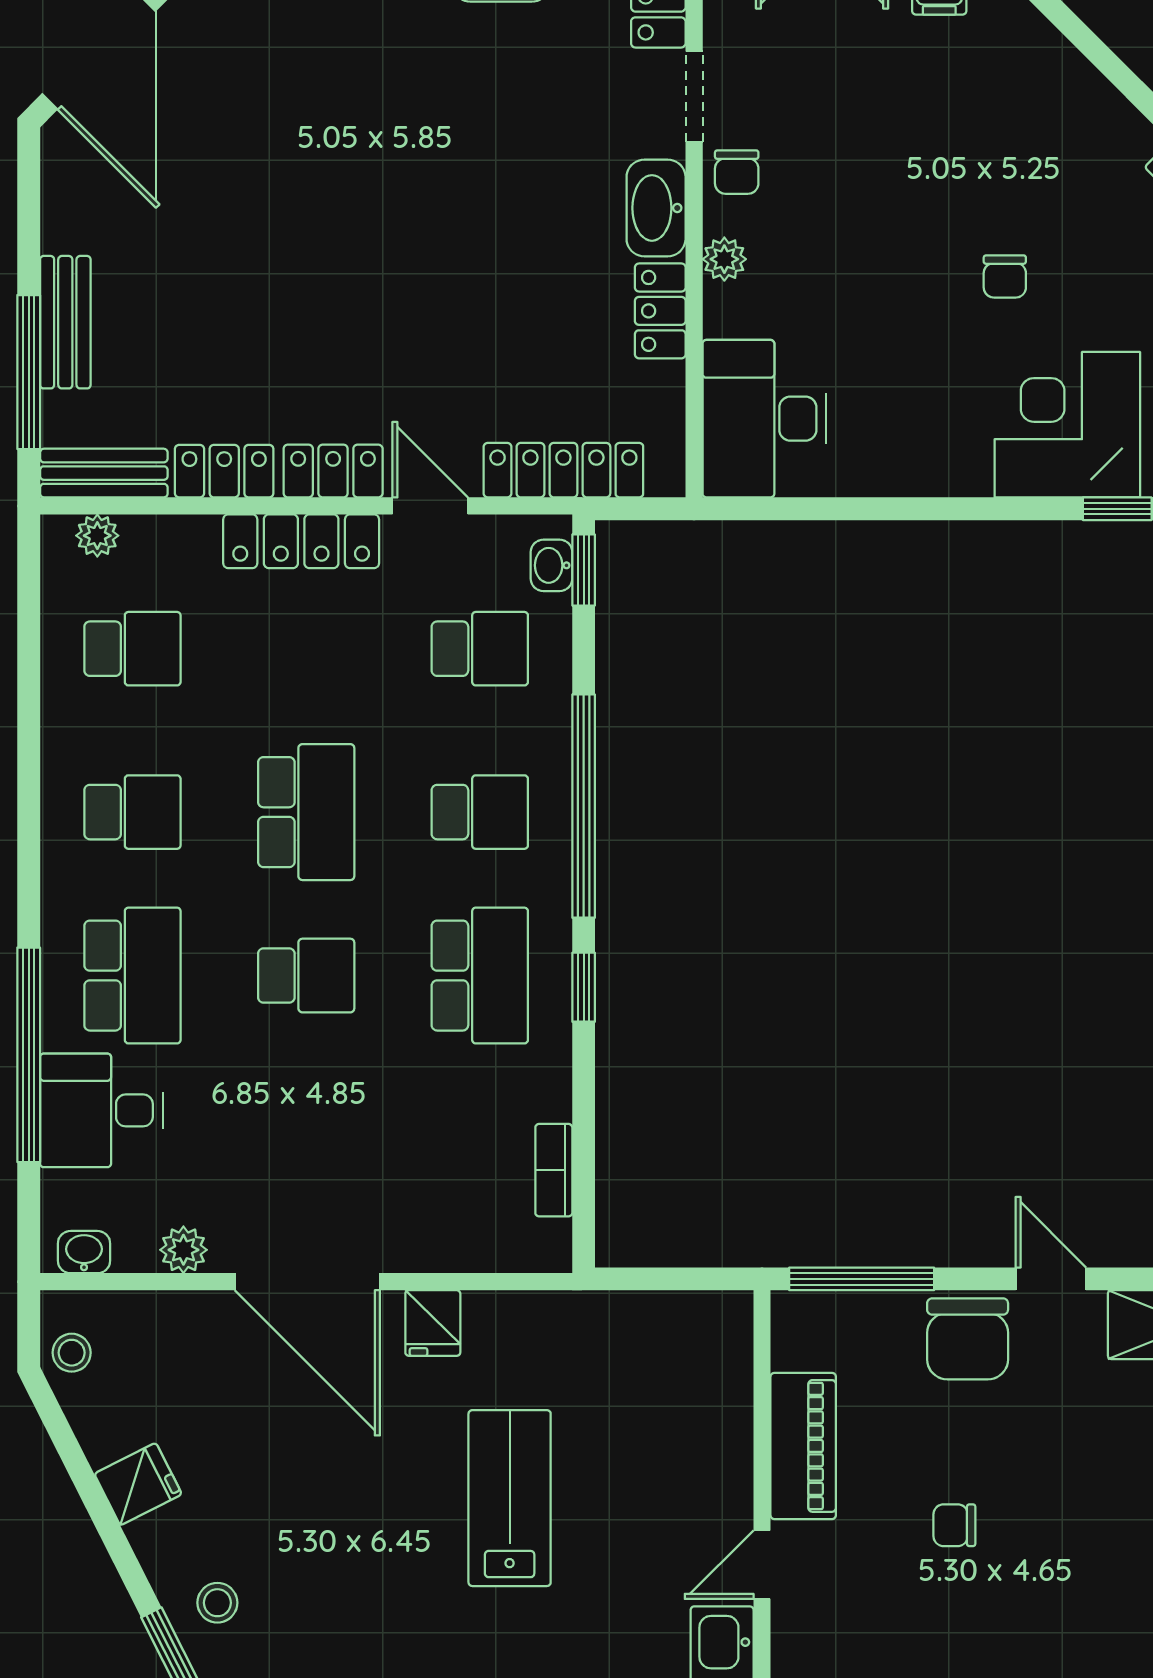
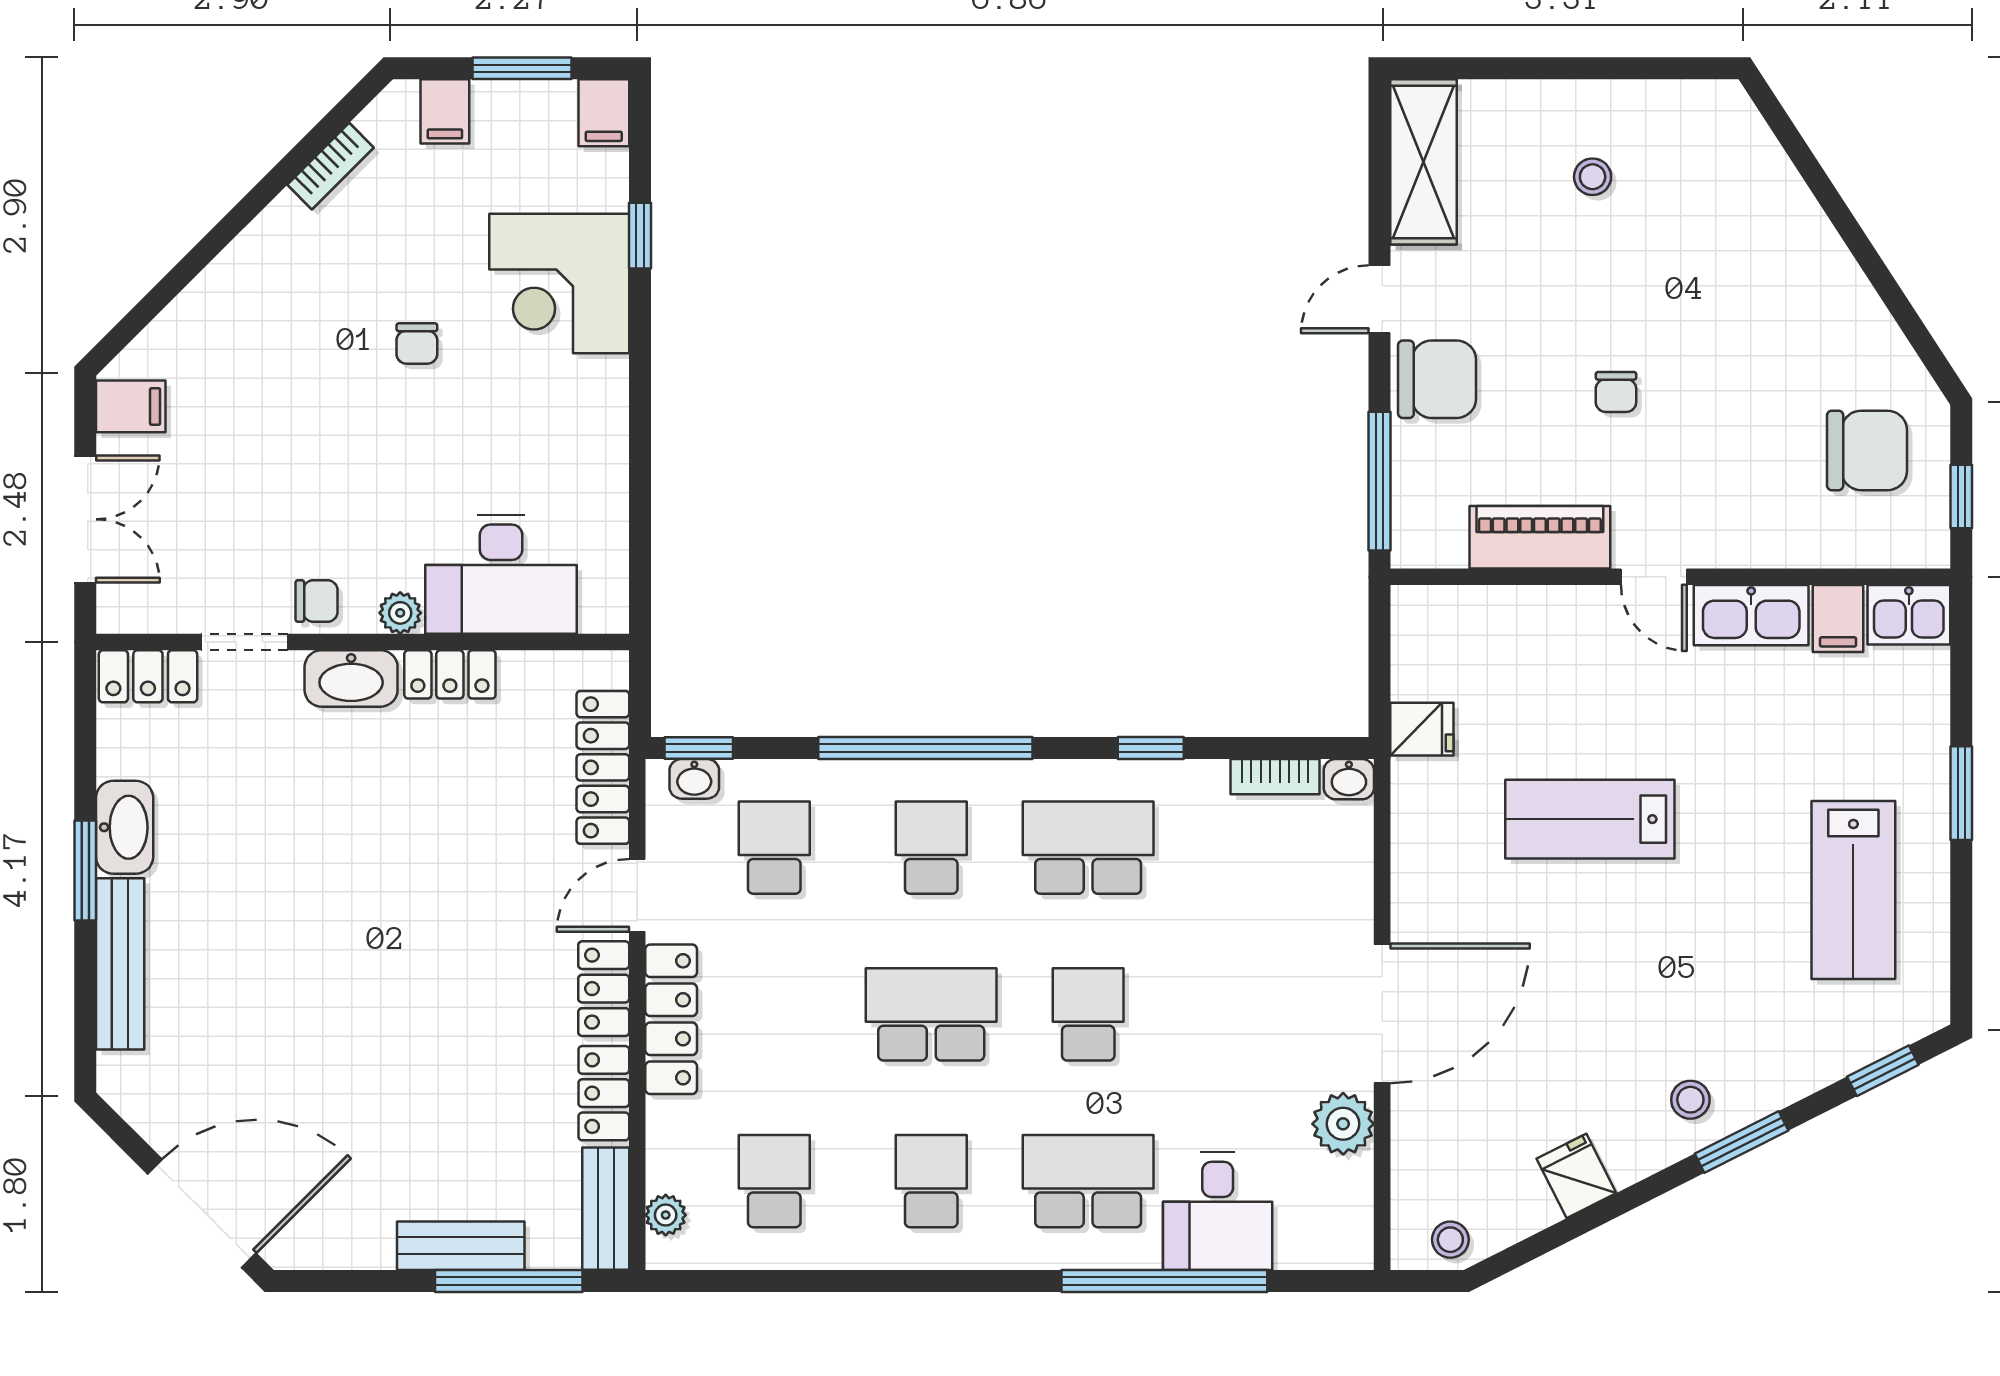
chair: (1005, 276) -> (417, 344), turned 90
desk: (764, 419) -> (501, 574), moved
window: (584, 987) -> (1151, 748), moved
plant: (183, 1250) -> (1343, 1124), width x1.38, depth x1.38
washbasin: (84, 1252) -> (1349, 779), moved, turned -90
fridge: (433, 1323) -> (1422, 729), moved

